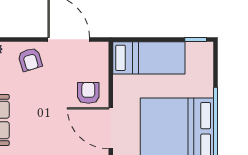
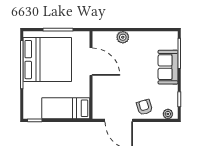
armchair: (88, 93) -> (106, 85), removed

